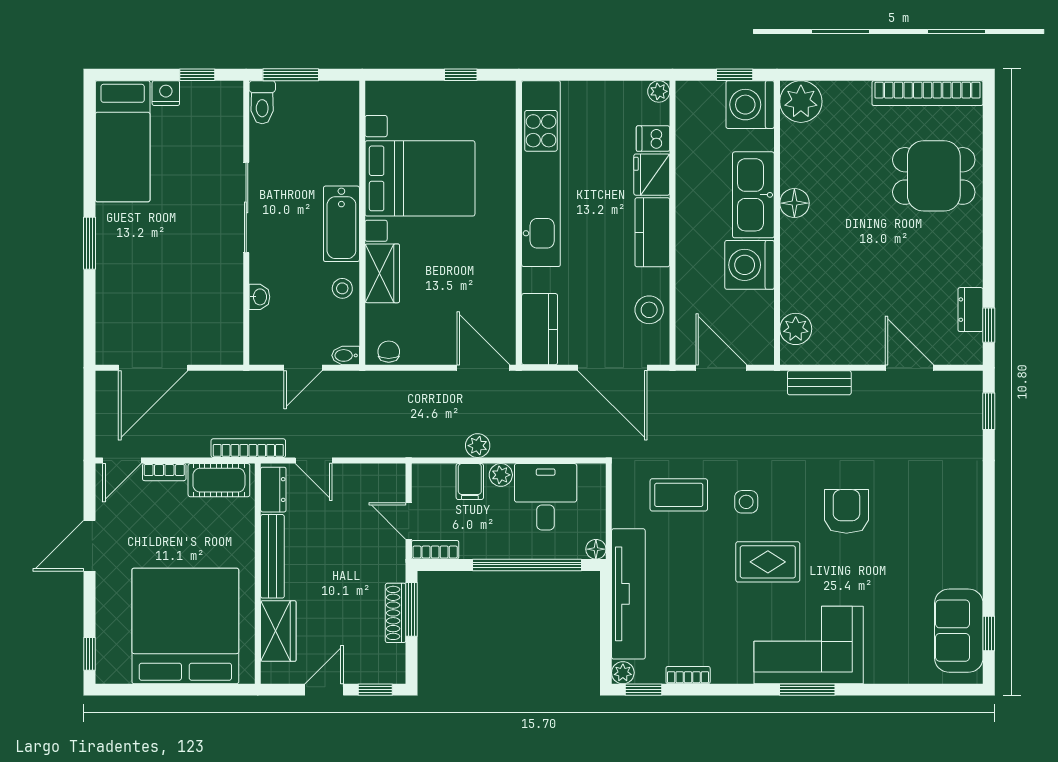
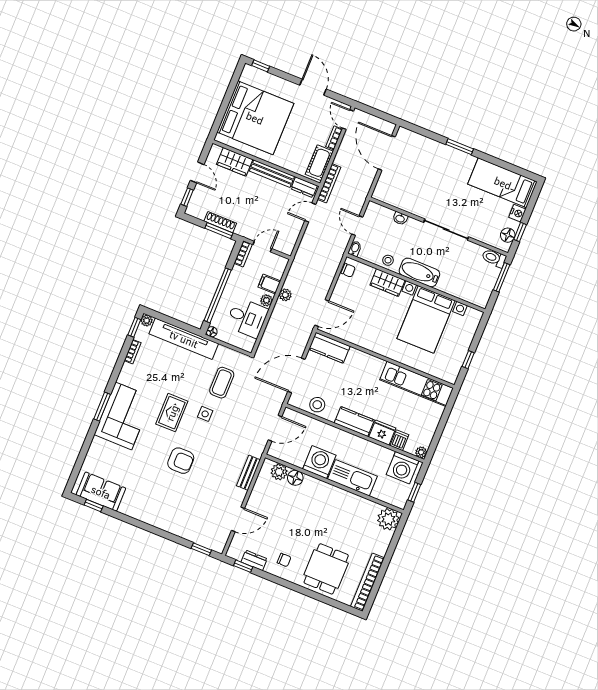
floor lamp: (212, 94) -> (508, 235), added
washing machine: (750, 105) -> (402, 468), moved, turned 180
kitchen unit: (541, 174) -> (417, 384), width x0.73
floor lamp: (794, 203) -> (295, 478), moved
chair: (948, 257) -> (284, 560), added

